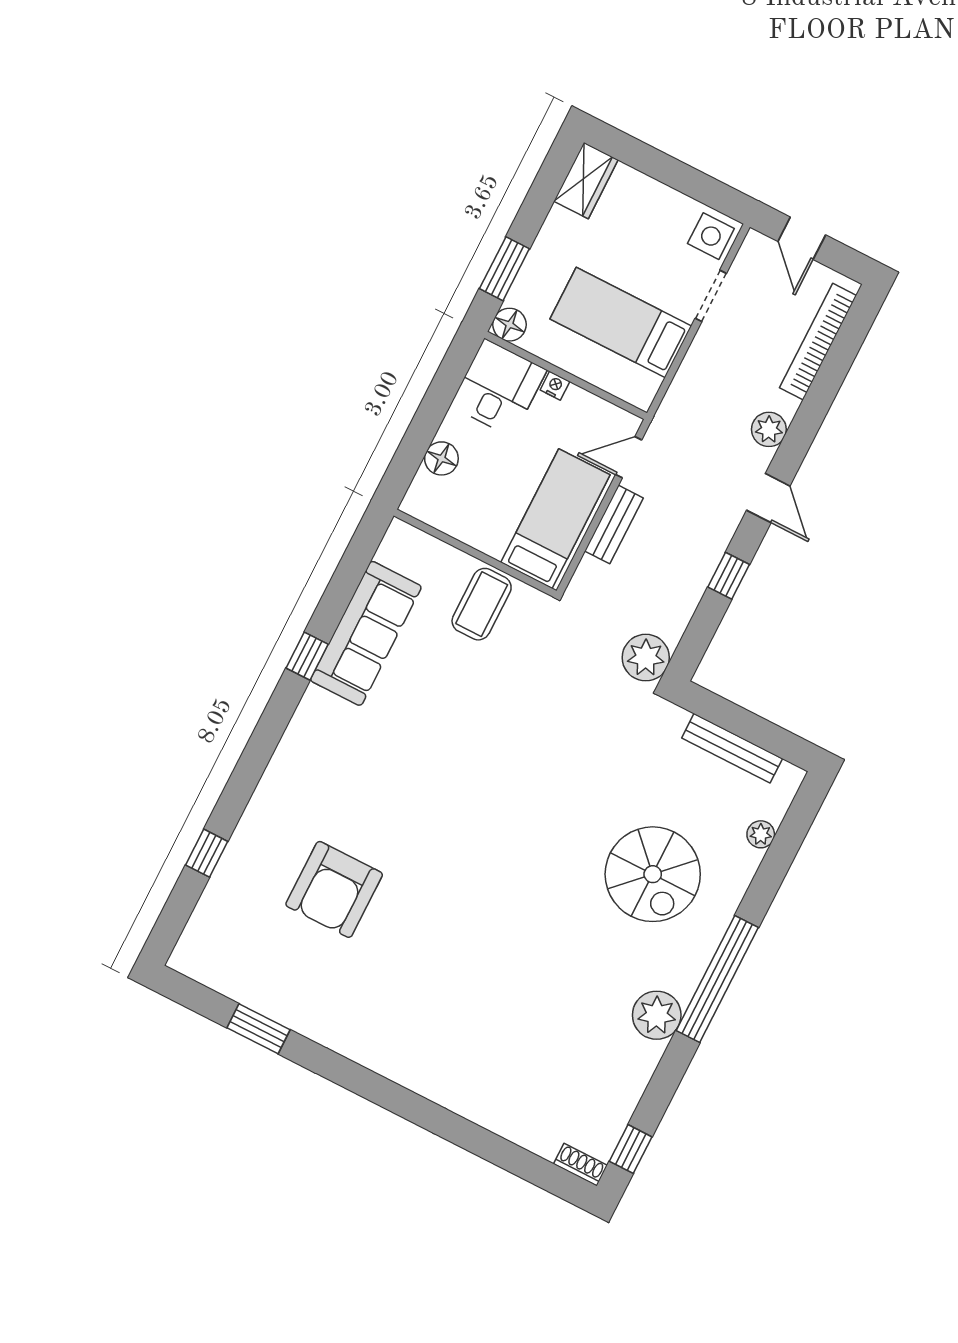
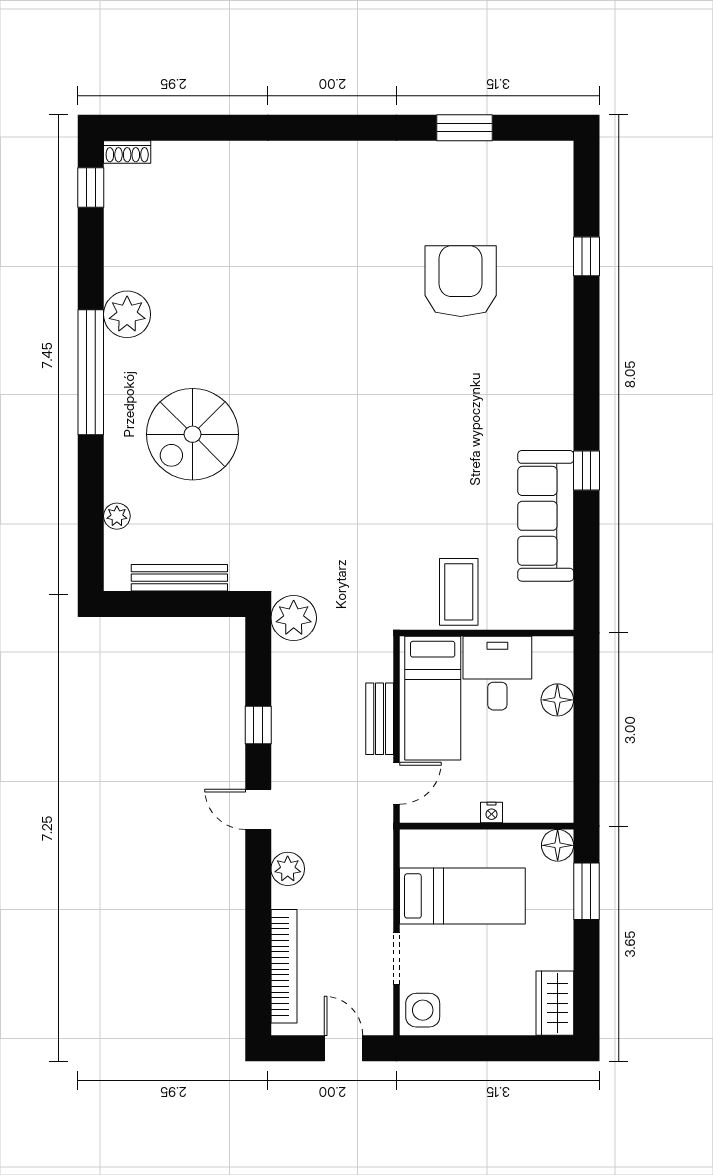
desk: (498, 388) -> (497, 673), moved, turned 180
spiral stairs: (653, 874) -> (193, 434), turned -90

